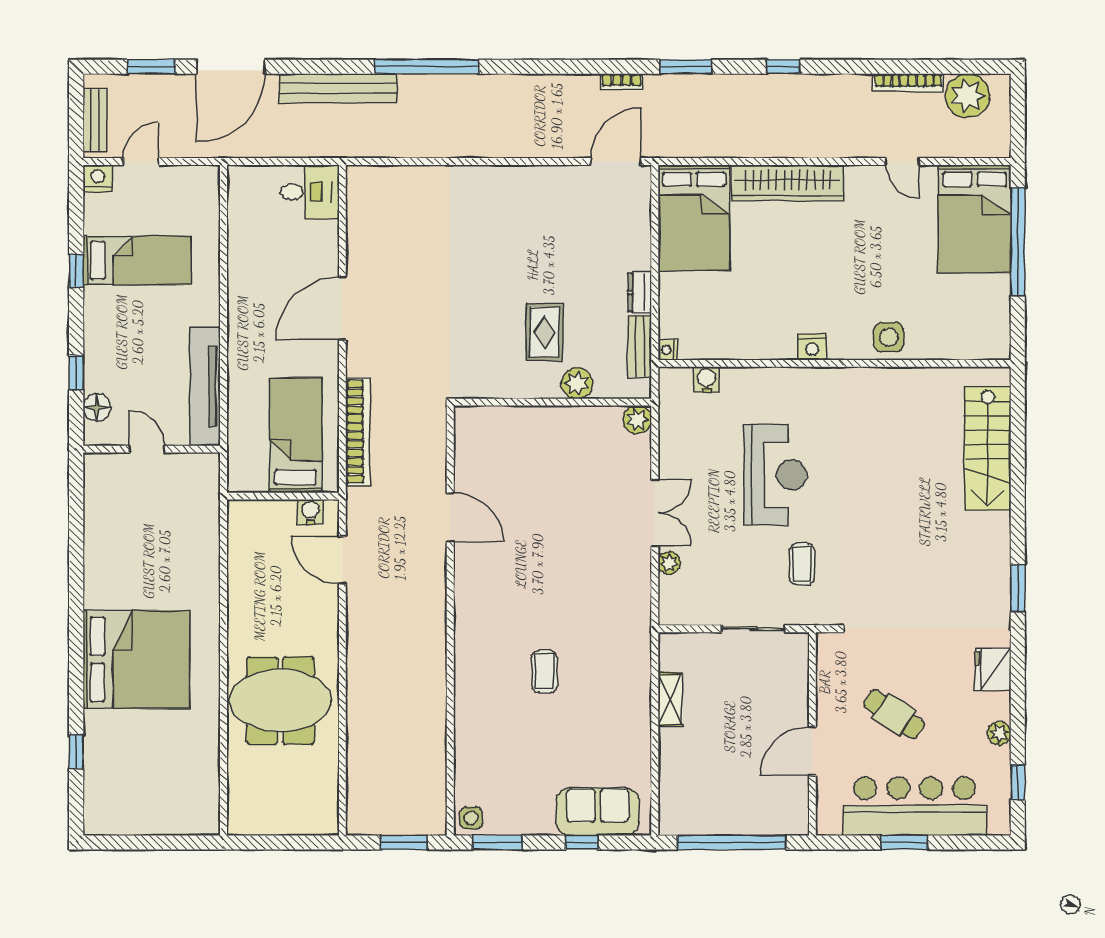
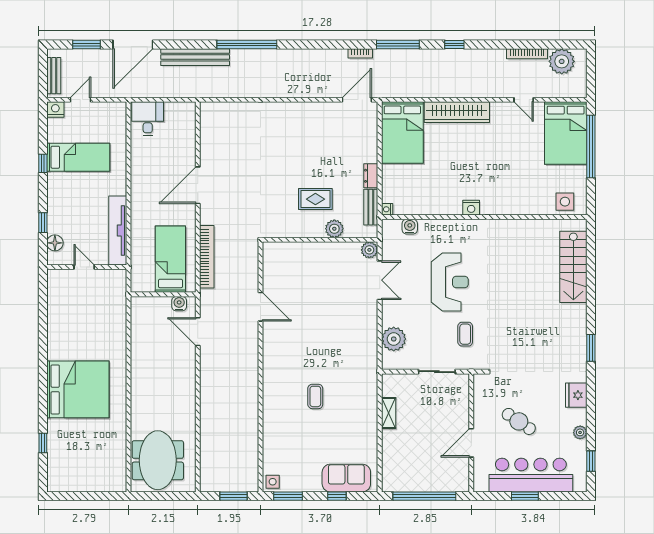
window: (686, 67) -> (398, 44), width x1.44
desk: (310, 192) -> (148, 119), moved, turned -90
rug: (545, 332) -> (315, 199), turned 90
side table: (889, 337) -> (565, 202), moved
double door: (655, 513) -> (380, 280), moved
plant: (669, 563) -> (394, 339), width x1.87, depth x1.87
meeting table: (280, 700) -> (158, 460), moved, turned 90

